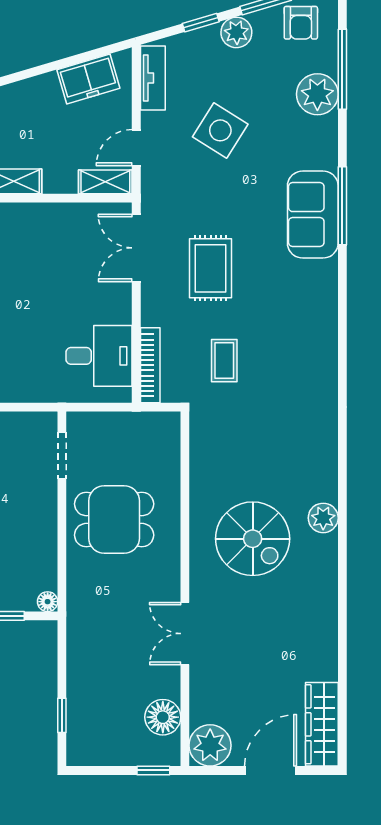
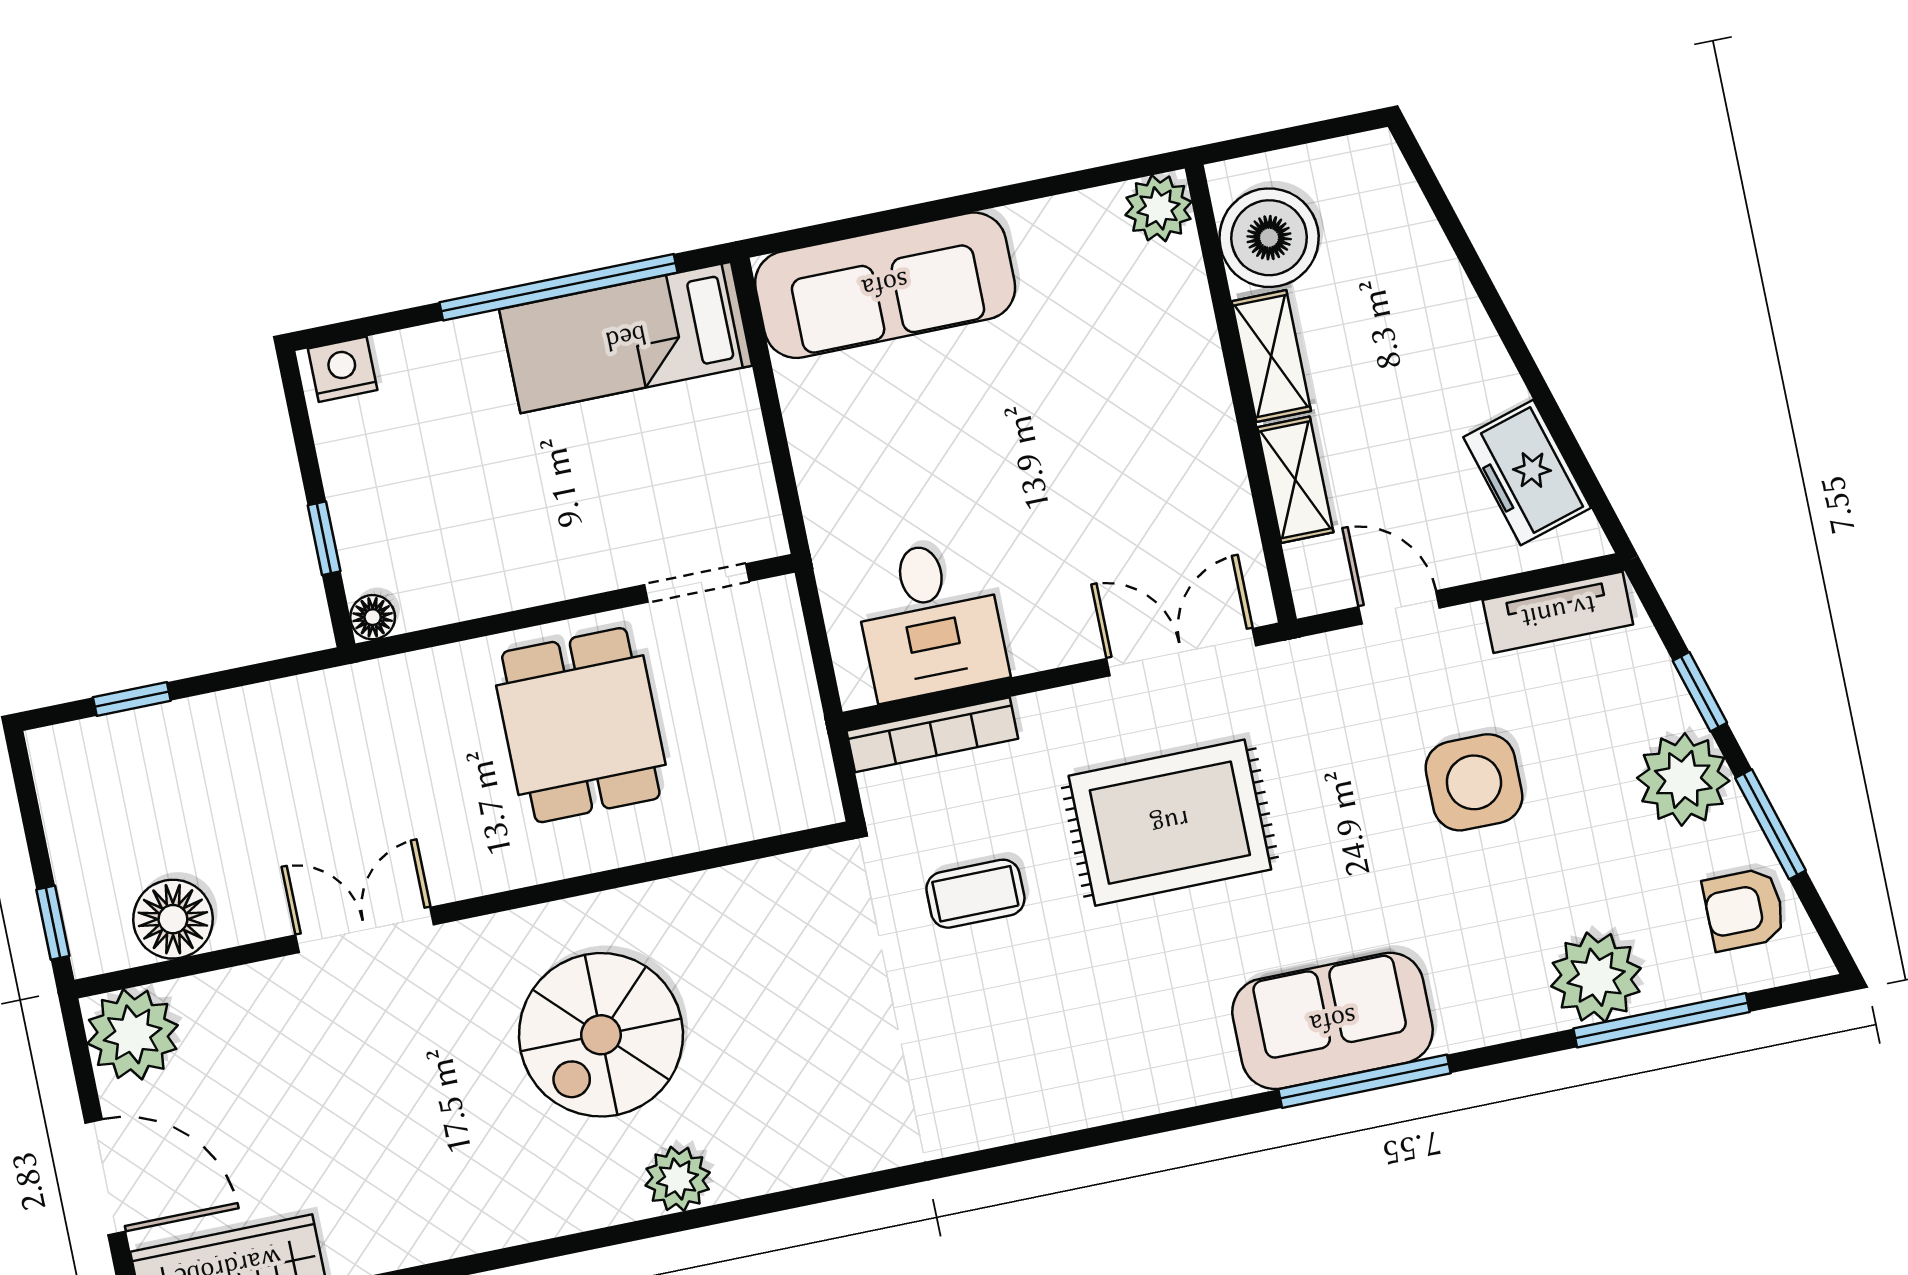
plant: (236, 32) -> (1683, 779), width x1.36, depth x1.36
side table: (220, 130) -> (1474, 782), turned -32
shelving: (105, 182) -> (1295, 480), moved
rug: (211, 268) -> (1170, 823), width x1.36, depth x1.43

